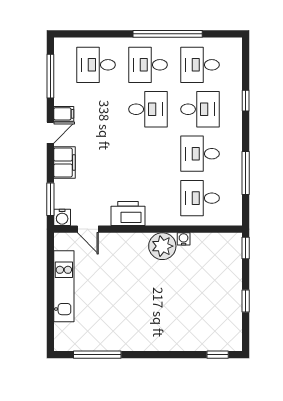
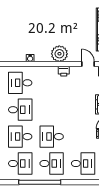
desk: (200, 198) -> (20, 83), turned 180
printer: (128, 213) -> (64, 71), width x0.53, depth x0.68
plant: (162, 246) -> (59, 54), moved

